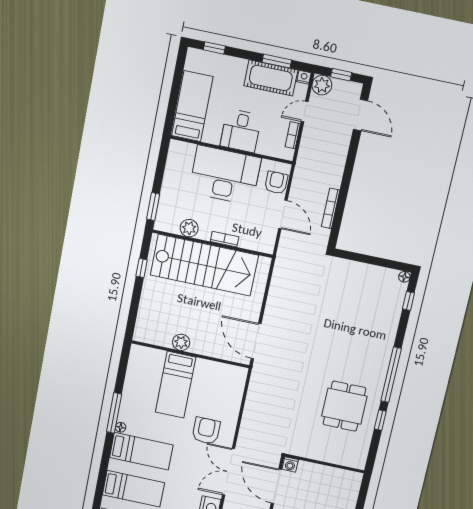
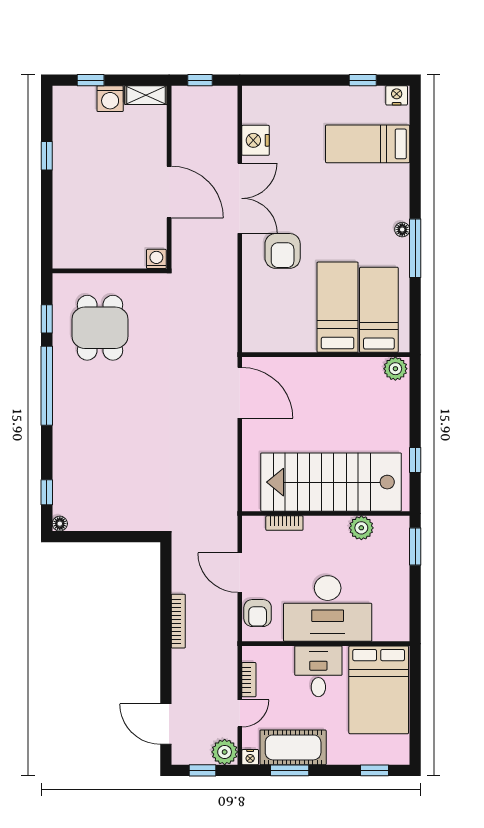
bed: (192, 106) -> (379, 690), width x1.50
bookcase: (331, 208) -> (178, 621), moved
bookcase: (225, 239) -> (284, 523), moved
plant: (181, 342) -> (395, 369), moved
bed: (141, 451) -> (379, 310), moved, turned 90
wall: (324, 463) -> (110, 271), moved
washing machine: (290, 464) -> (156, 259), moved

